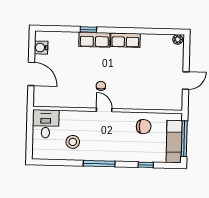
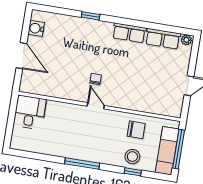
row of seats: (94, 40) -> (163, 39), moved
stool: (73, 142) -> (132, 157), moved

